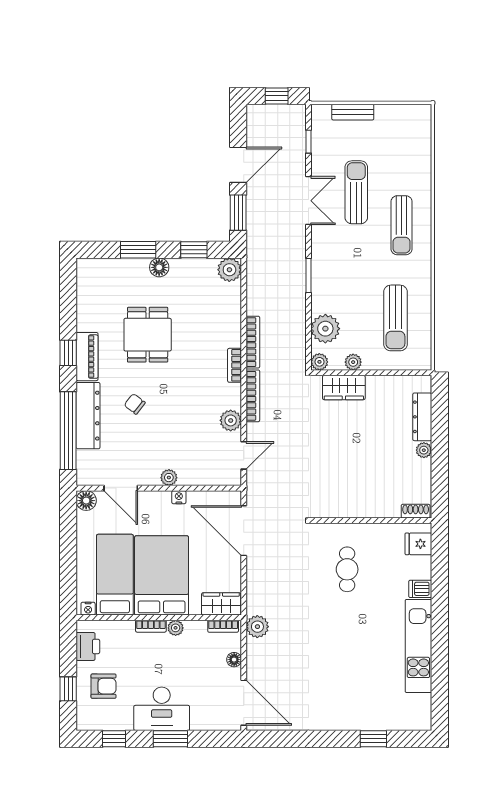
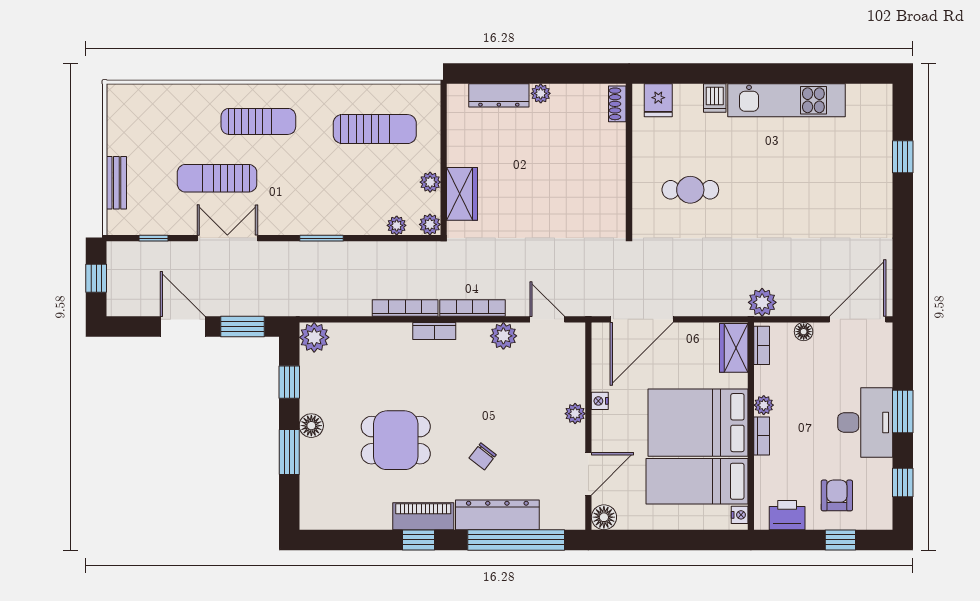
plant: (325, 329) -> (397, 225), width x0.53, depth x0.53

